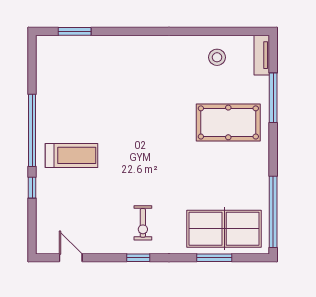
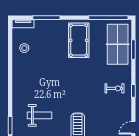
weight bench: (93, 85) -> (40, 115), added
pool table: (228, 122) -> (79, 40), moved

